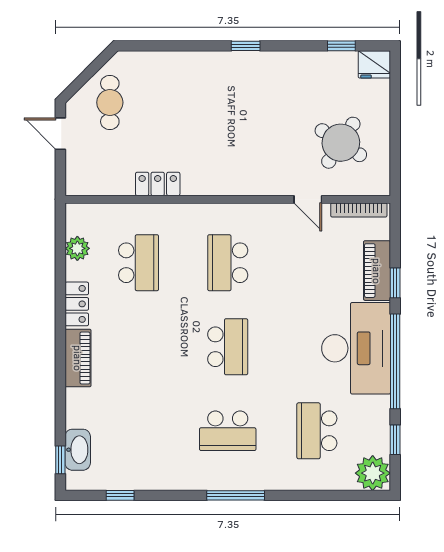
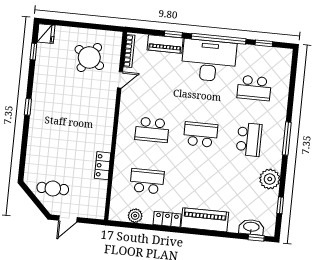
piano: (78, 358) -> (205, 220), width x1.37, depth x1.33
plant: (373, 473) -> (270, 179), moved

